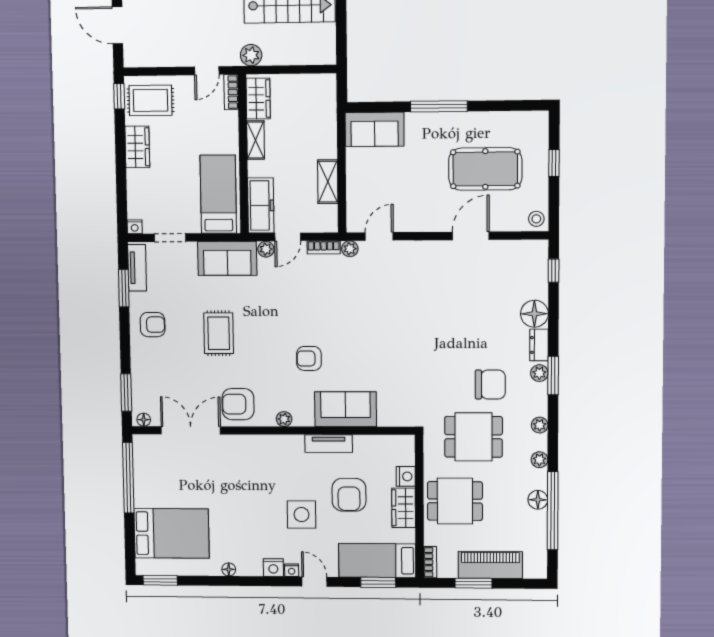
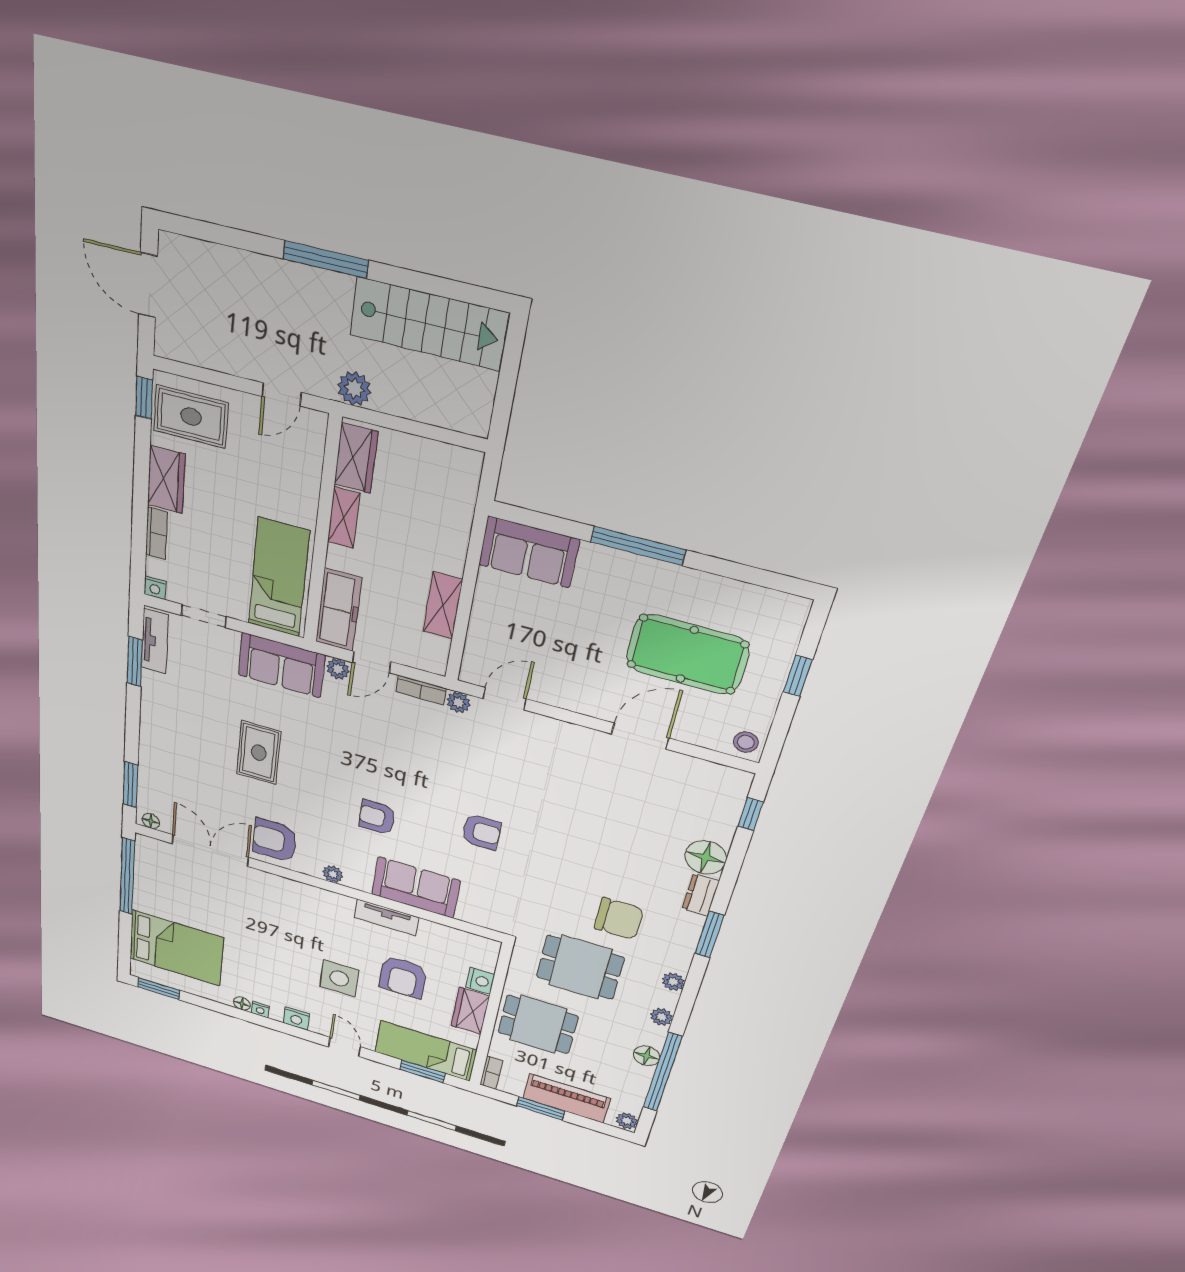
bookcase: (231, 92) -> (156, 533), moved, turned 180
armchair: (153, 325) -> (481, 832), moved
plant: (539, 373) -> (627, 1121), moved
nightstand: (292, 570) -> (260, 1010), moved

